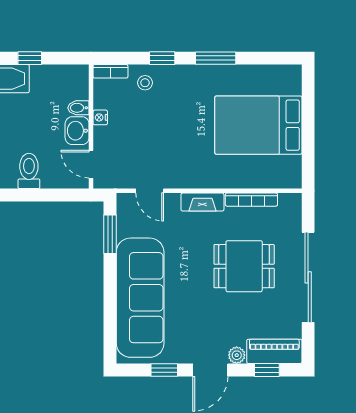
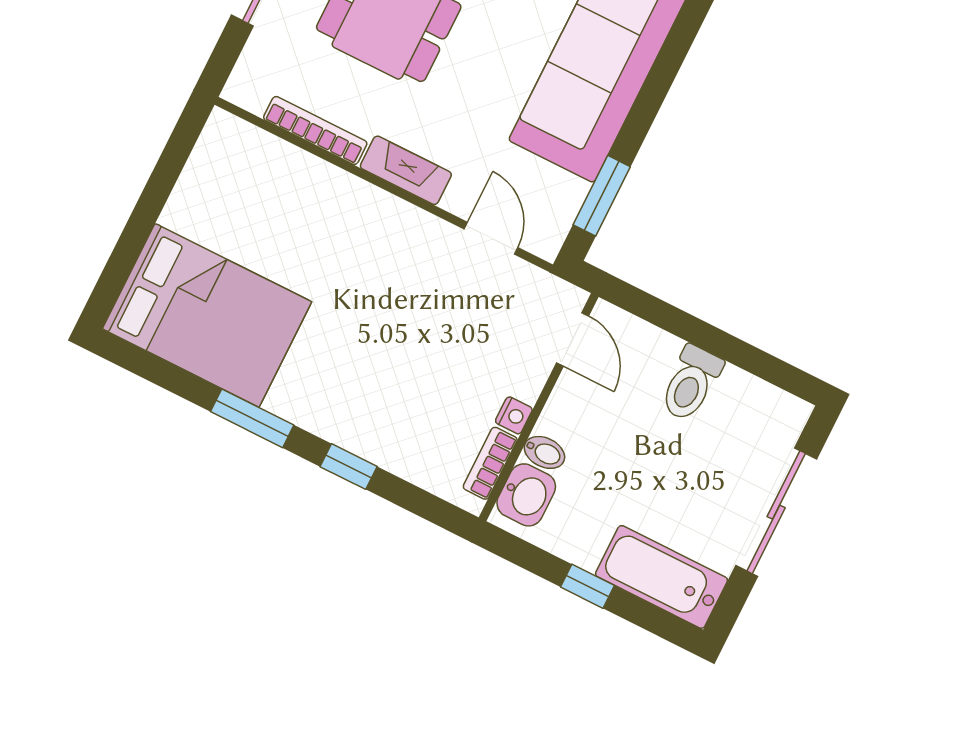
bookcase: (110, 71) -> (490, 463), moved, turned -90
stool: (145, 83) -> (402, 438), removed
bed: (258, 125) -> (207, 315), moved
washbasin: (77, 131) -> (526, 495), moved

